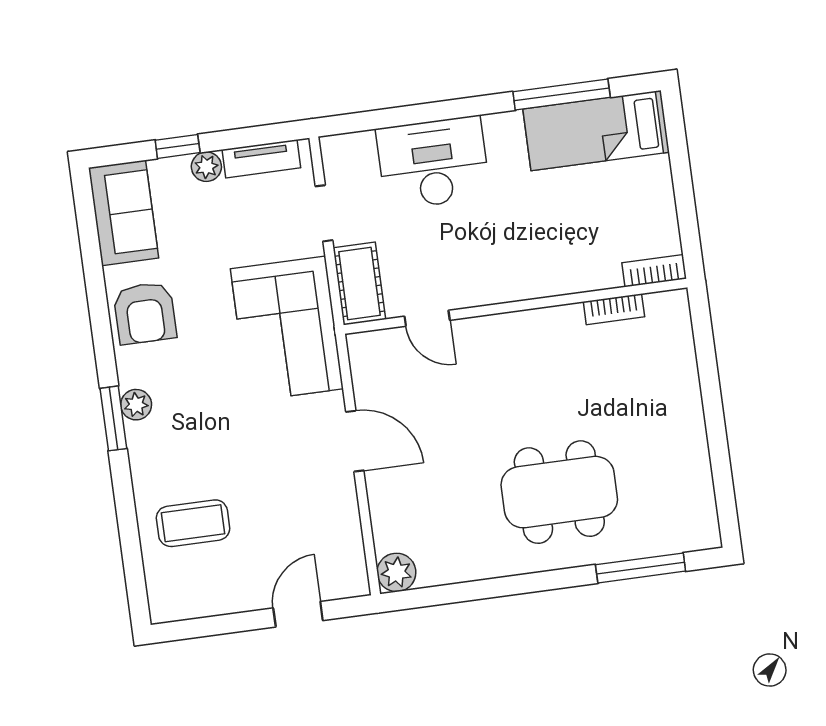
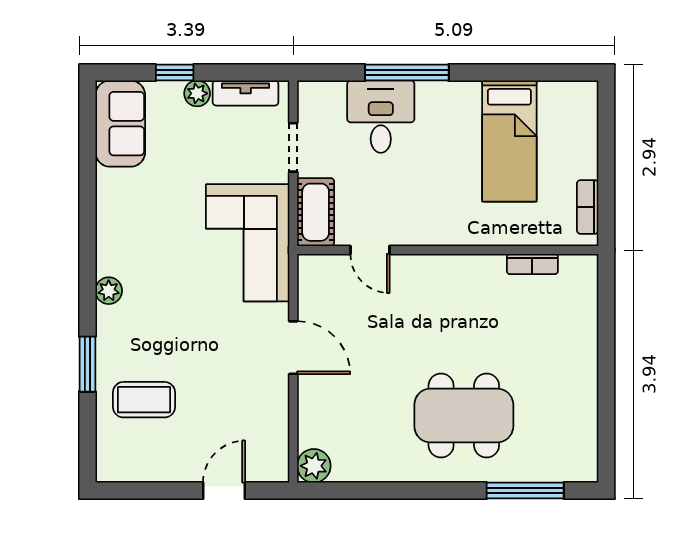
window: (562, 94) -> (407, 73), moved
bed: (596, 131) -> (509, 141), moved, turned -90
desk: (433, 163) -> (381, 117), width x0.73
bookcase: (654, 271) -> (588, 207), moved, turned -90
armchair: (145, 313) -> (127, 213), removed
window: (113, 418) -> (87, 364), moved

